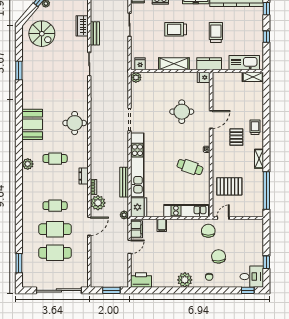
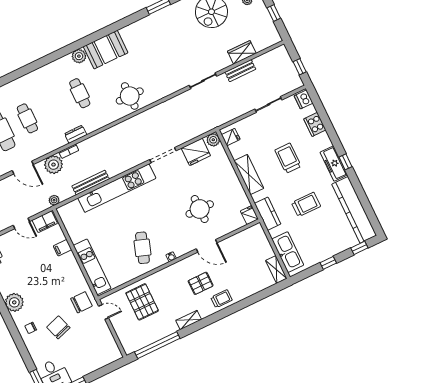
plant: (28, 164) -> (79, 56), moved
fridge: (139, 207) -> (196, 152), moved
chair: (219, 256) -> (58, 327), turned -103

